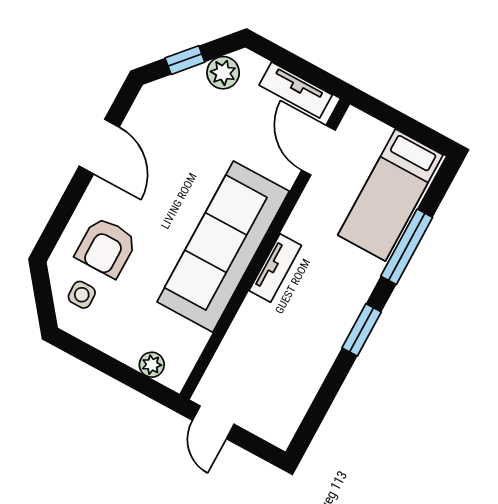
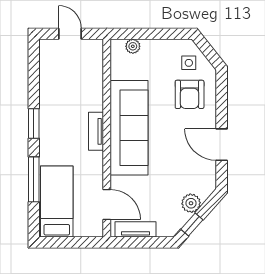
window: (185, 60) -> (192, 225), moved
plant: (223, 73) -> (191, 203), moved
armchair: (106, 247) -> (190, 94), turned 180
door: (213, 422) -> (70, 34), moved

